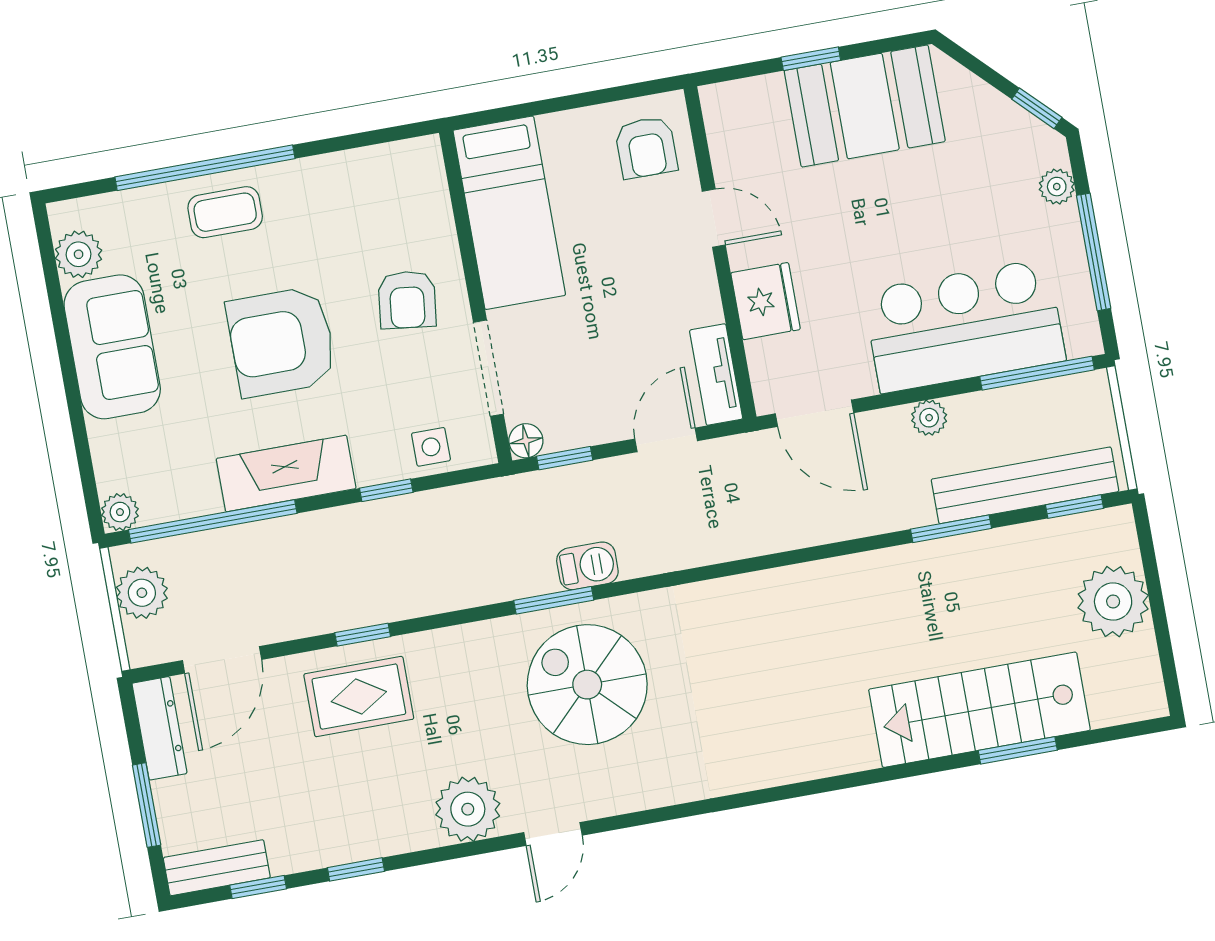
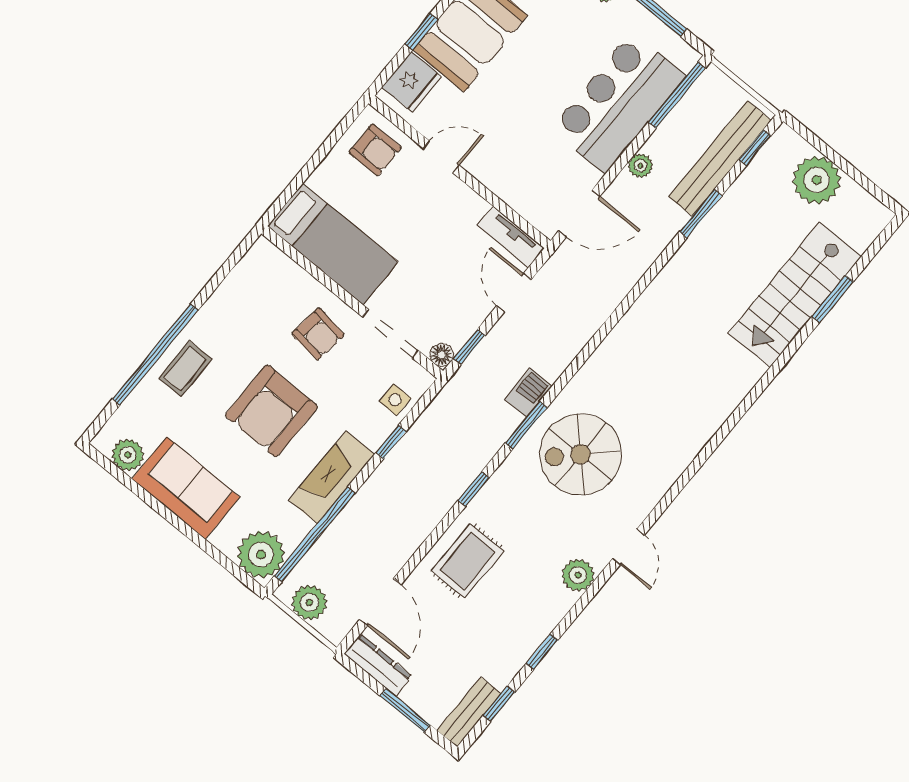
fridge: (766, 301) -> (412, 82), moved, turned 90
plant: (120, 512) -> (261, 555), width x1.87, depth x1.87
window: (363, 635) -> (474, 489), moved
plant: (468, 809) -> (578, 575), width x0.73, depth x0.73

